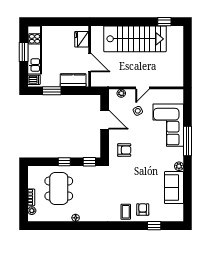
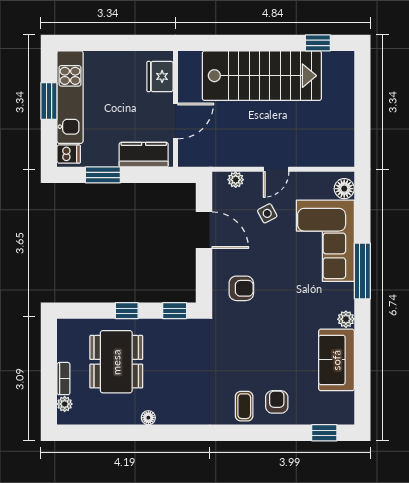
door: (90, 62) -> (175, 121), hinge flipped
floor lamp: (178, 98) -> (344, 189), added
window: (154, 226) -> (324, 433), moved

